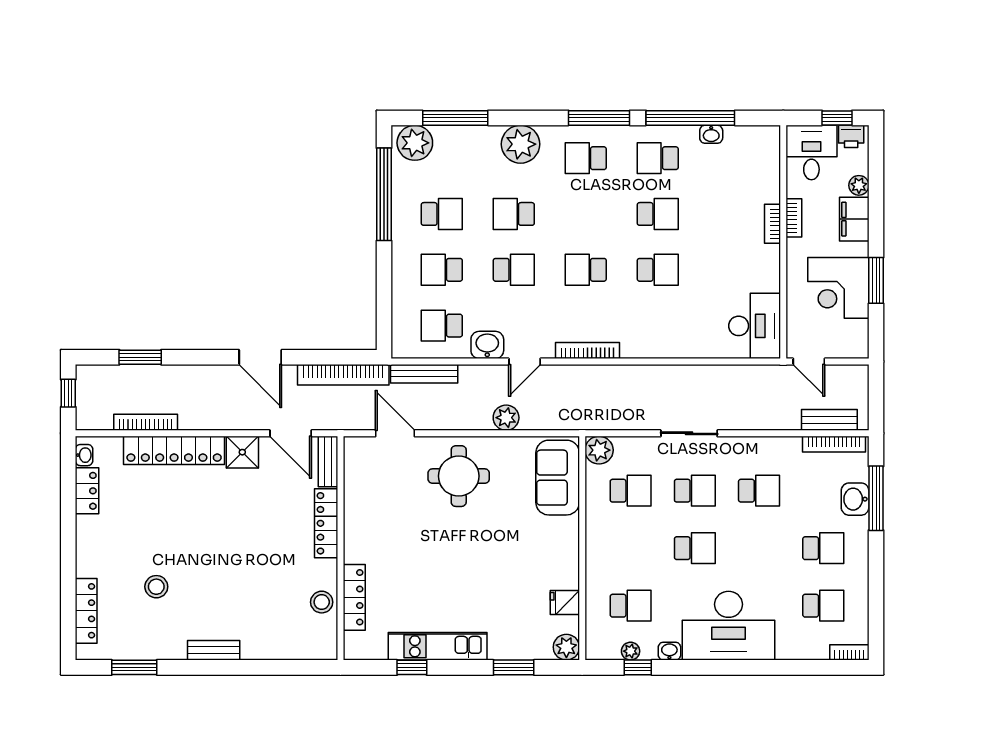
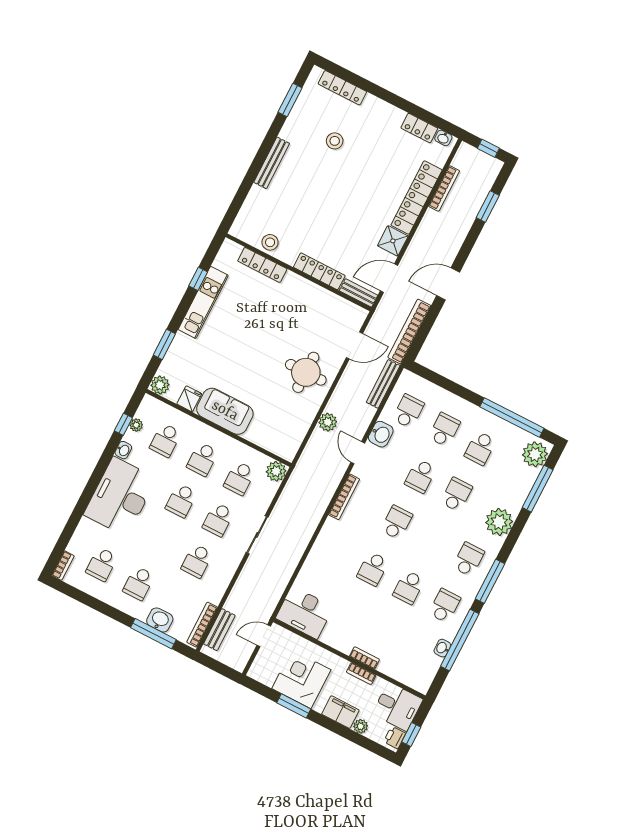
sofa: (558, 478) -> (225, 411), moved
school desk: (631, 548) -> (202, 459), added
bench: (214, 650) -> (272, 163), width x1.36

